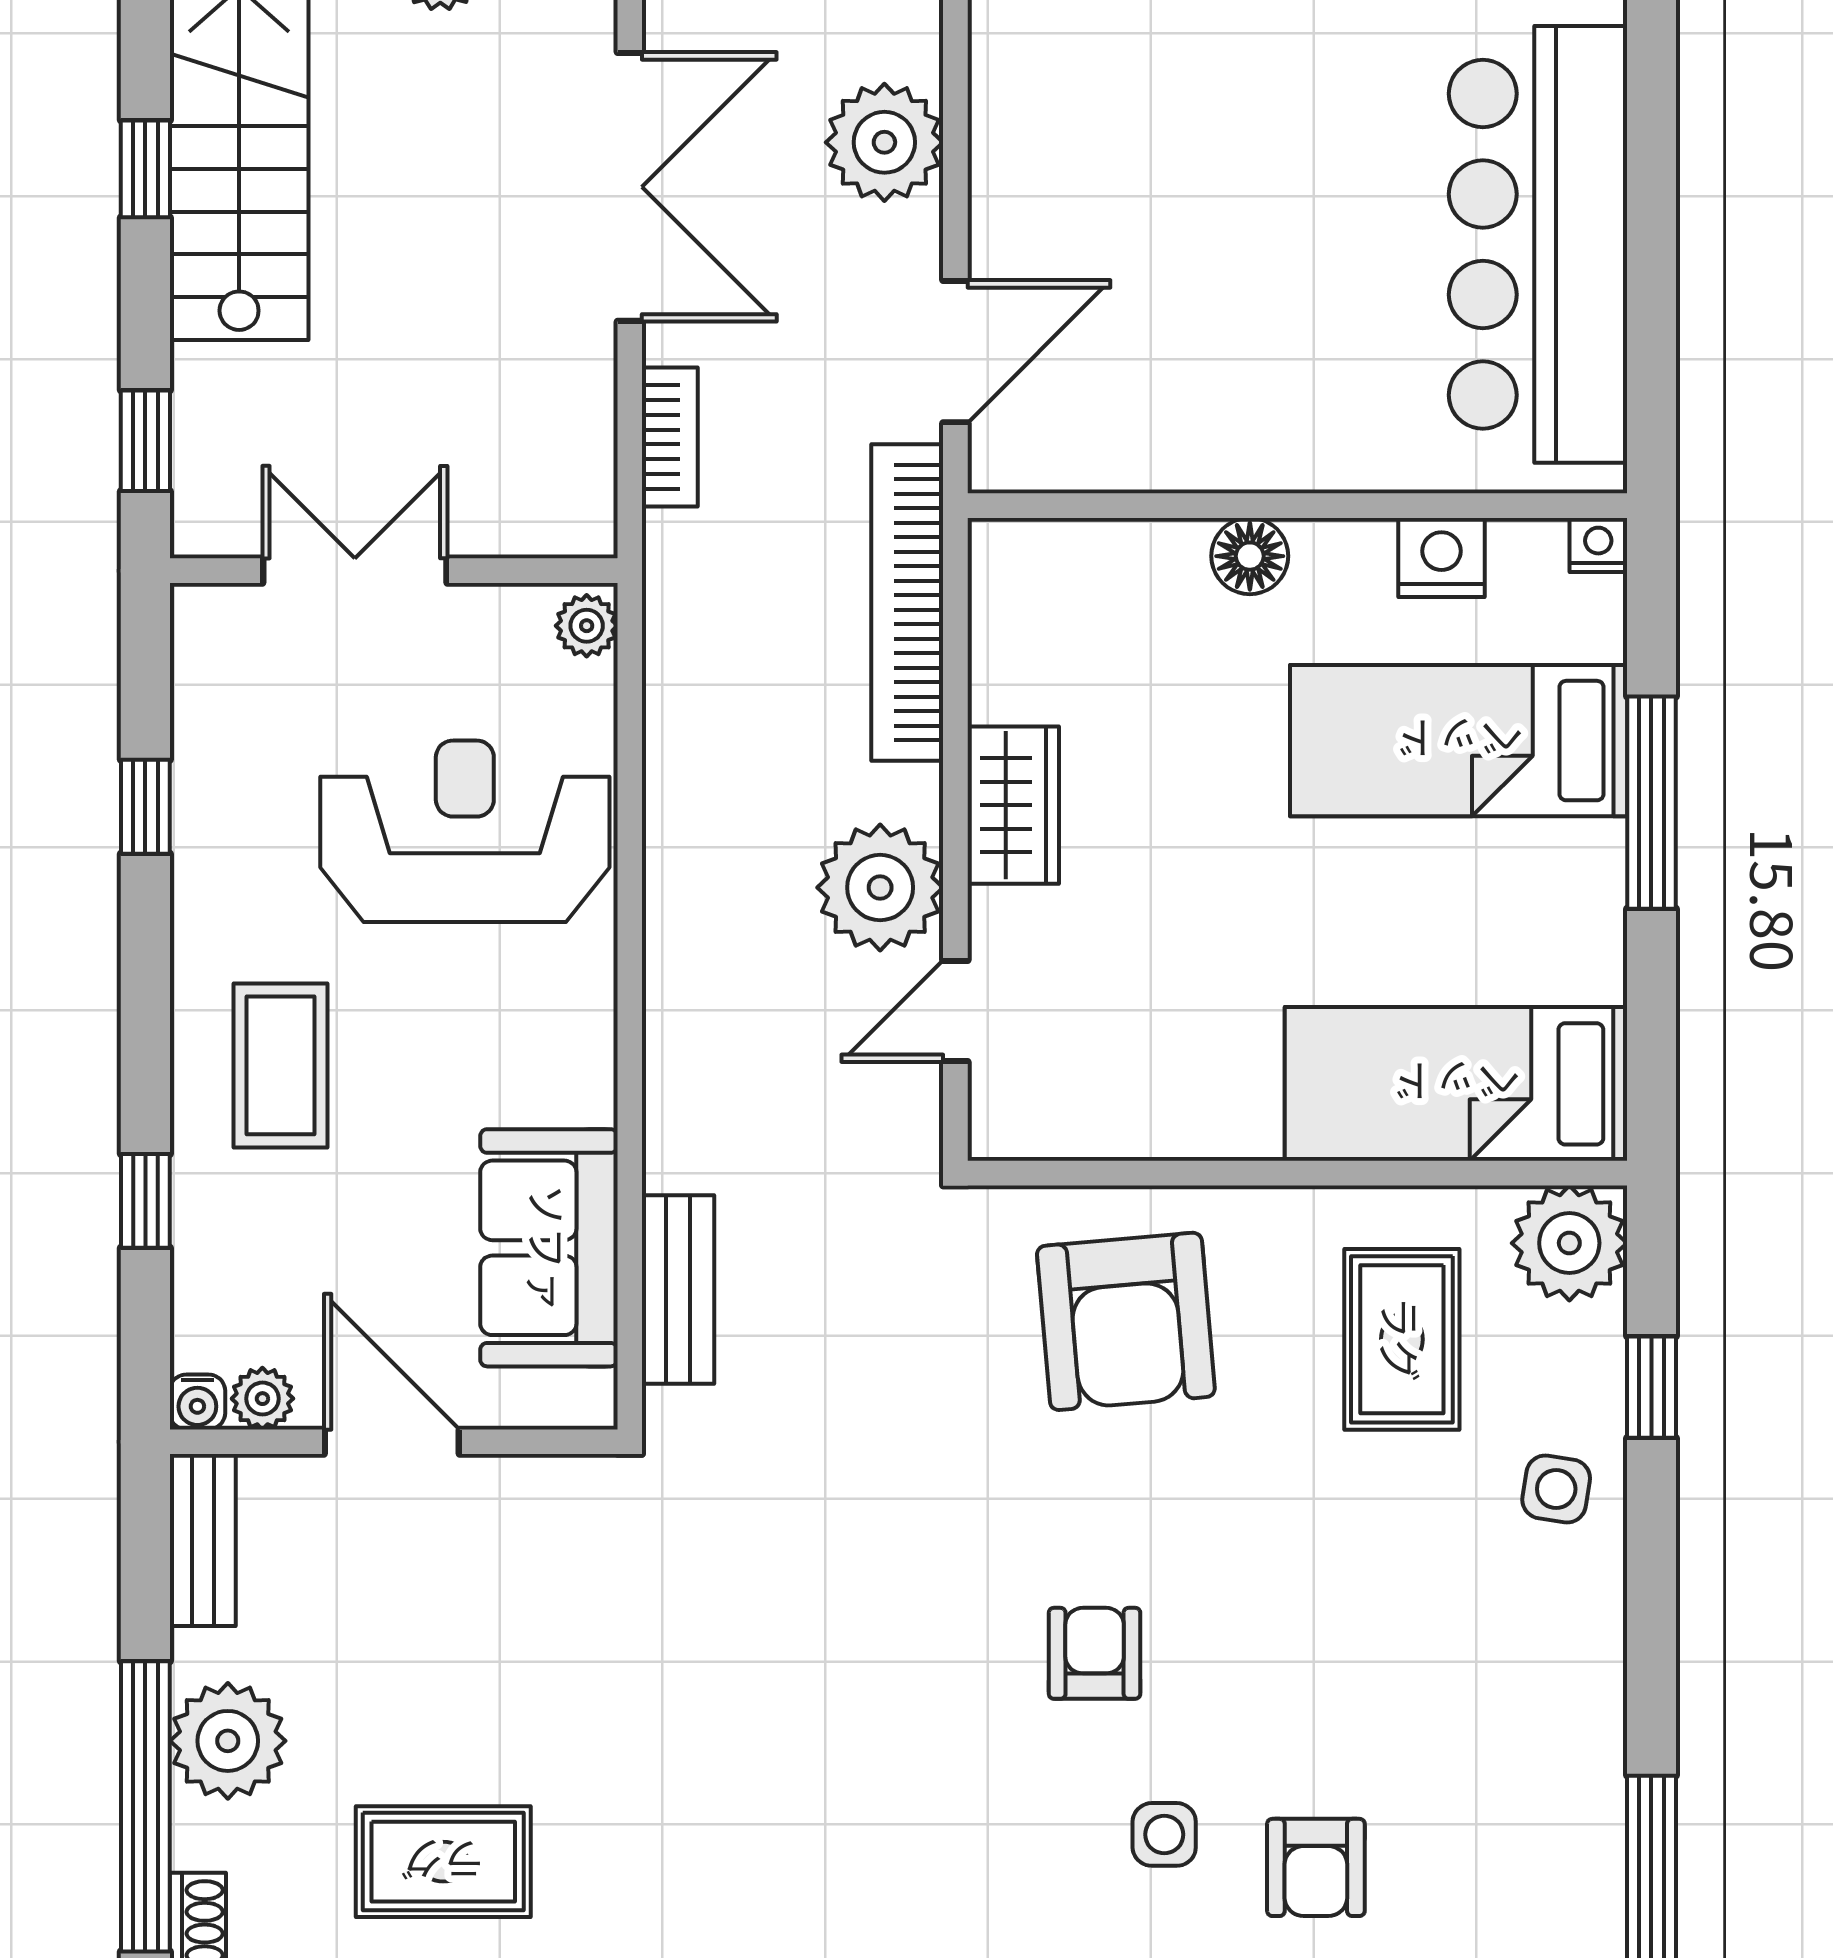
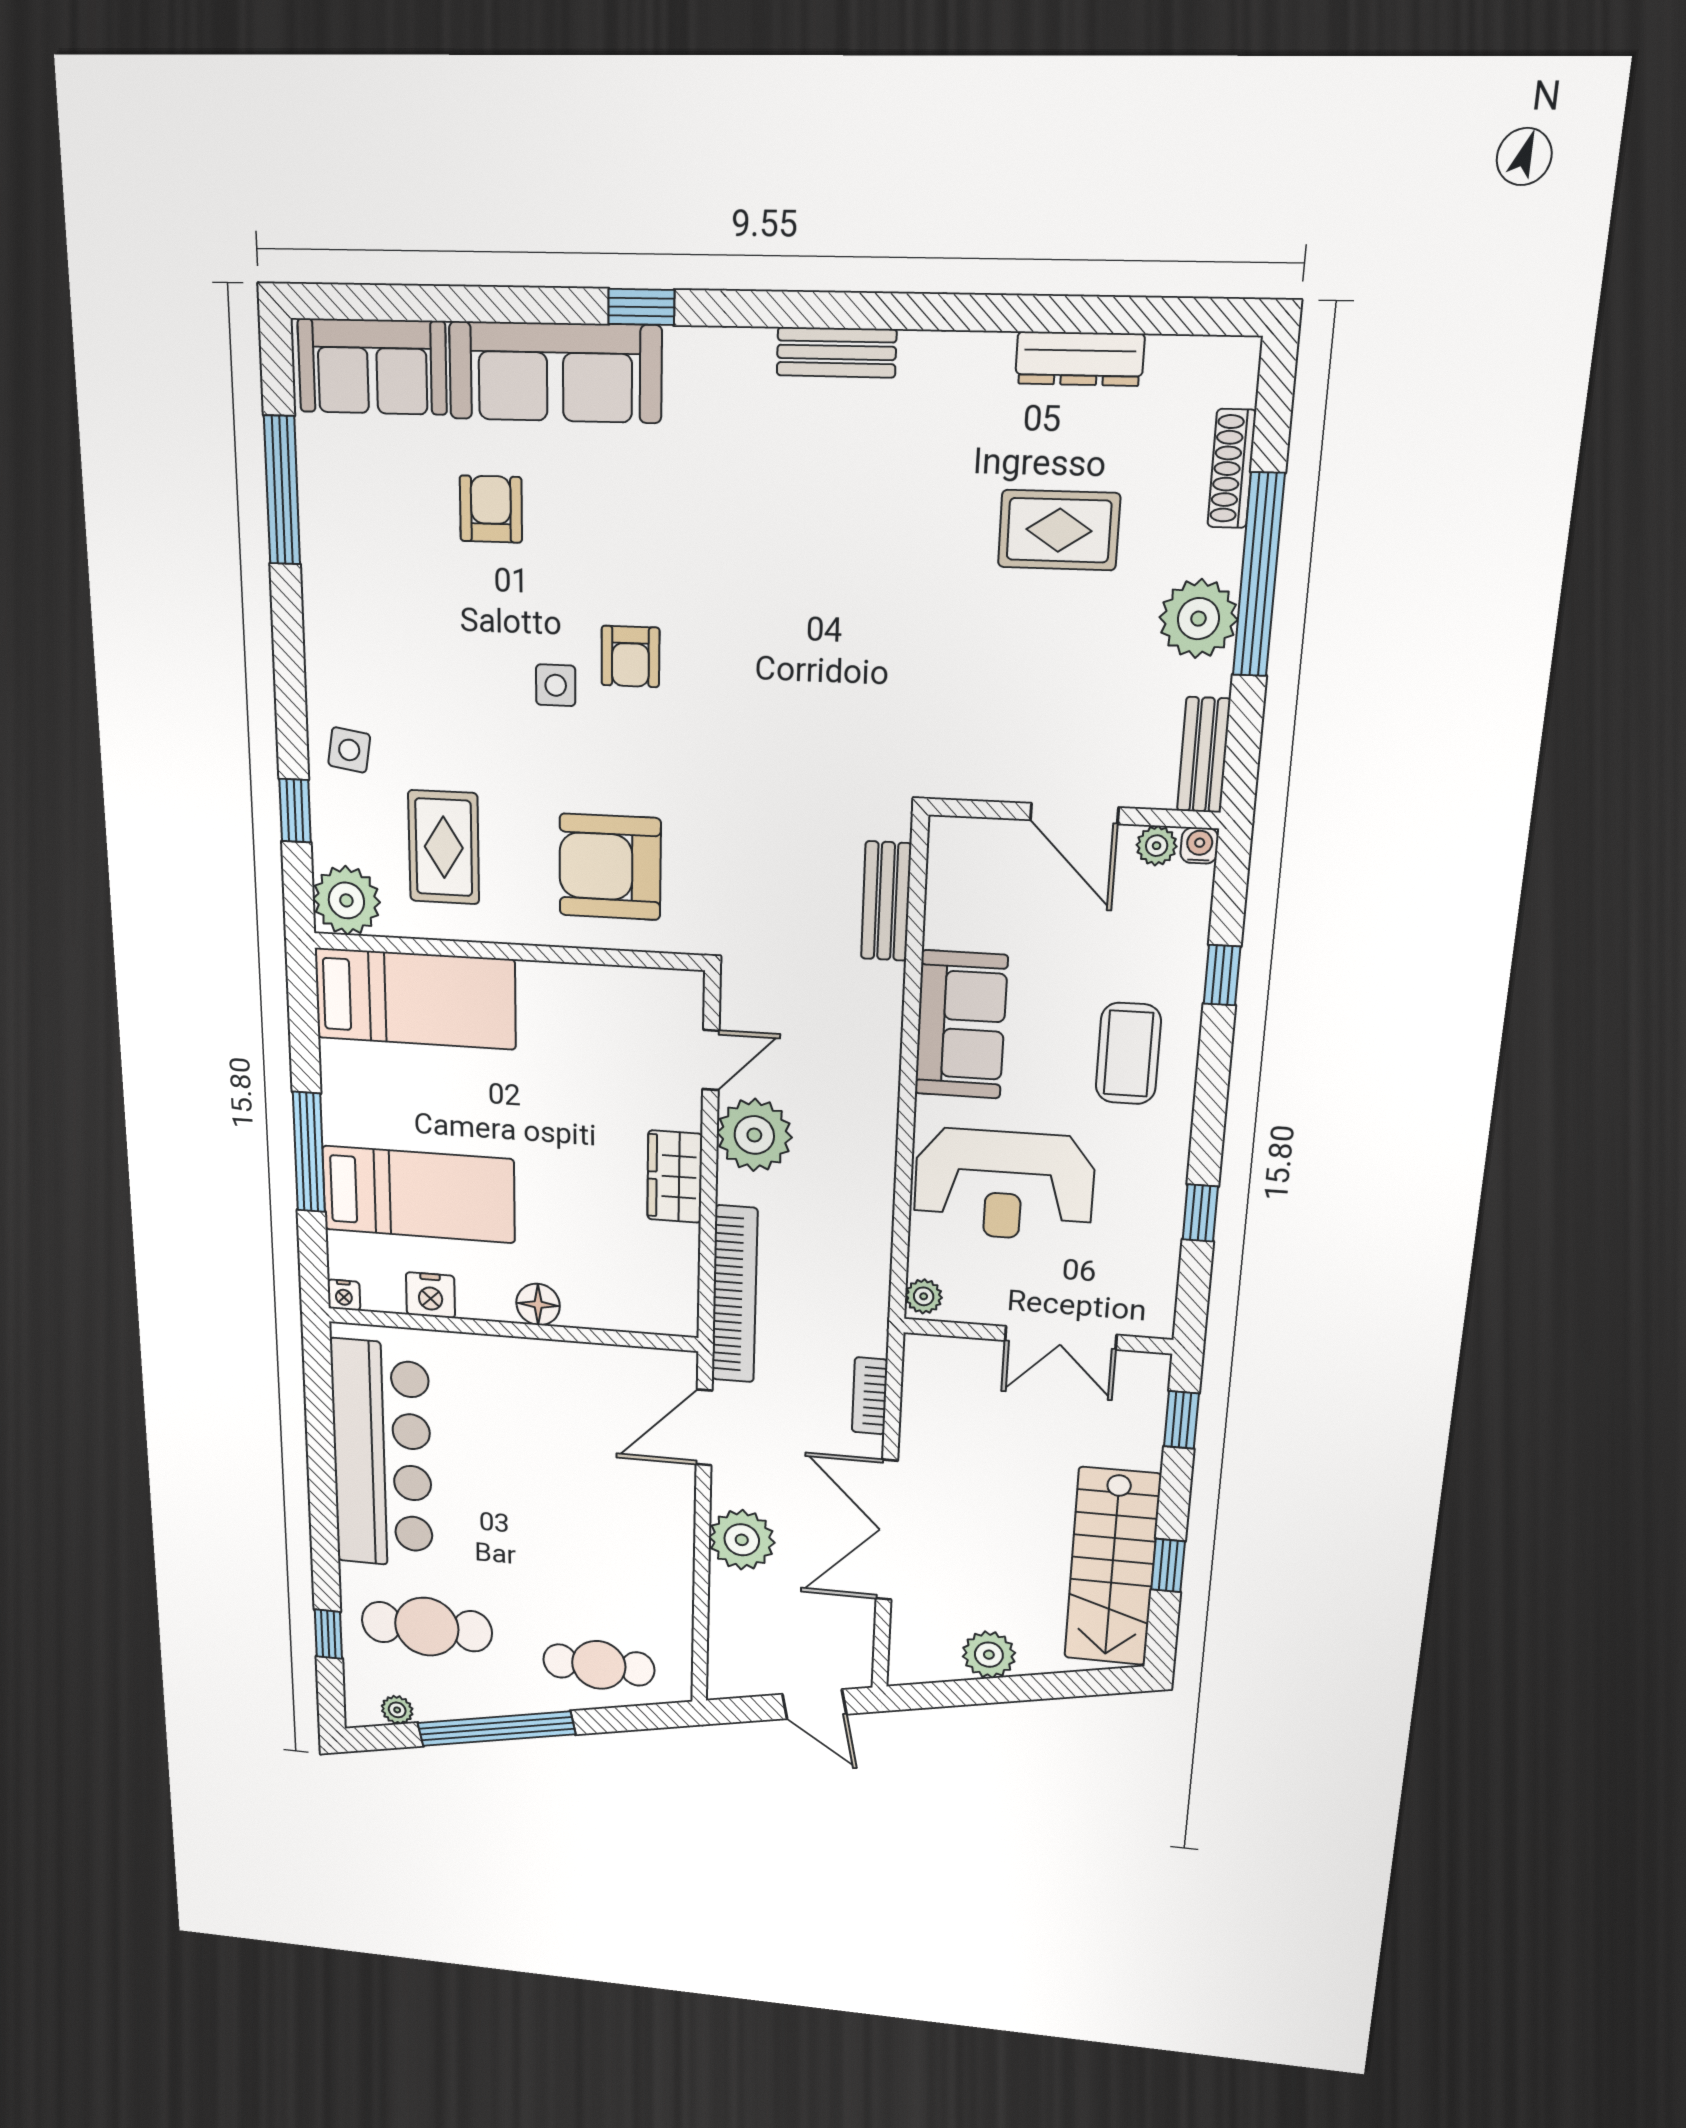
sofa: (549, 1248) -> (961, 1025), moved
armchair: (1126, 1321) -> (610, 867), turned -85
side table: (1164, 1834) -> (556, 685), moved

